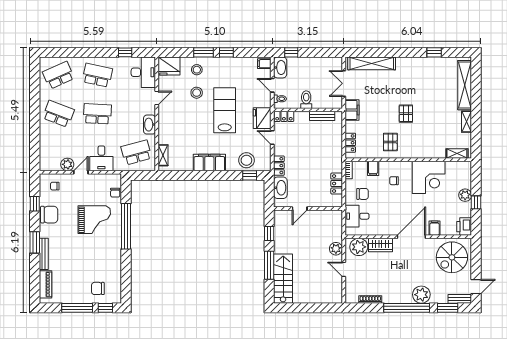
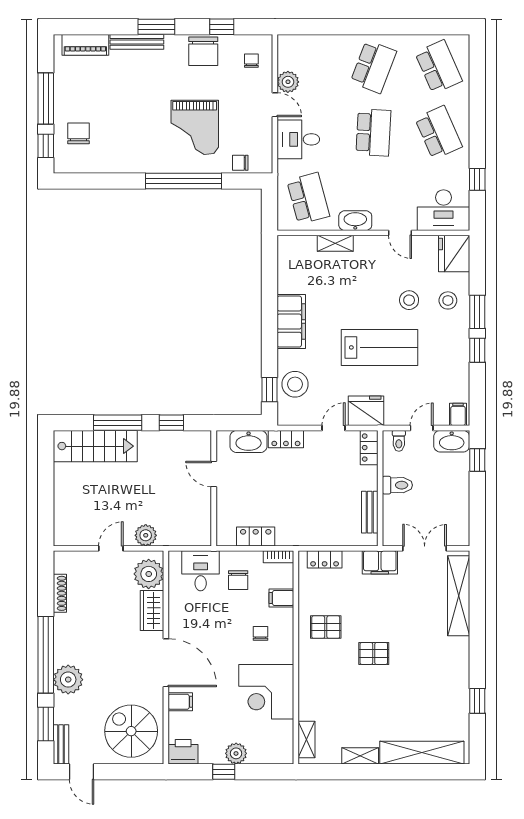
school desk: (97, 75) -> (439, 133), turned -36
shelving: (163, 155) -> (335, 243), moved

